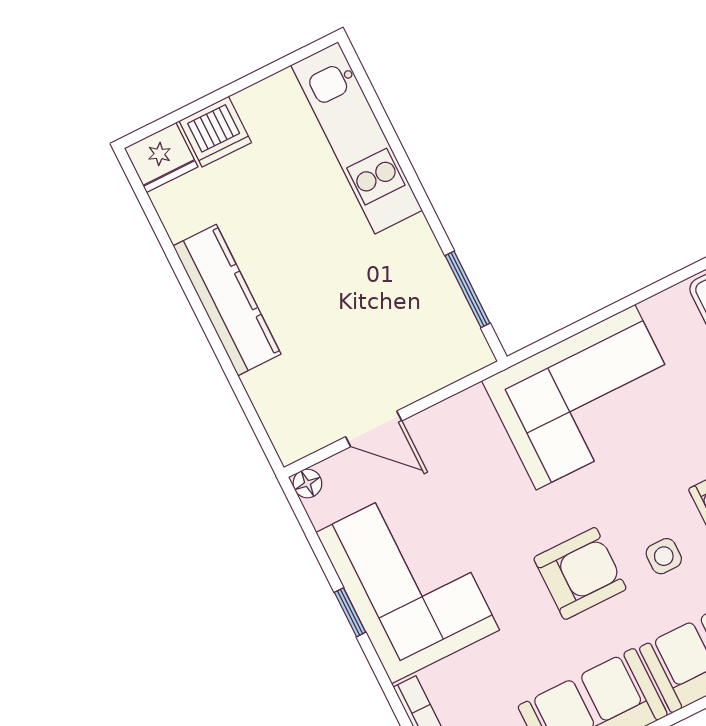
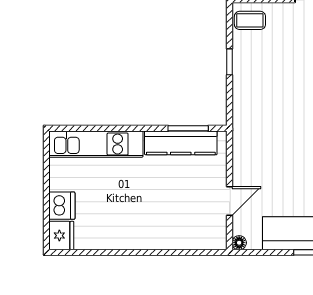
kitchen counter: (227, 300) -> (181, 143), moved, turned 180
window: (624, 304) -> (229, 62), added
corner sofa: (585, 397) -> (262, 100), removed

